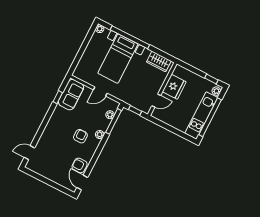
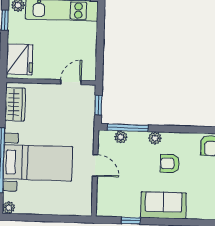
fridge: (174, 87) -> (20, 59), moved, turned 90
sofa: (71, 95) -> (163, 205), moved
door: (156, 101) -> (71, 82), hinge flipped

